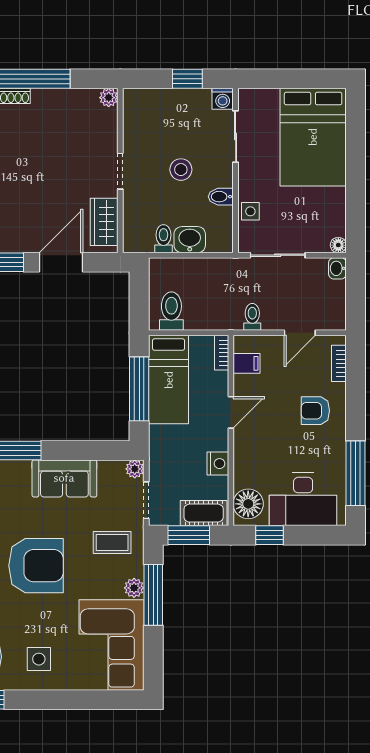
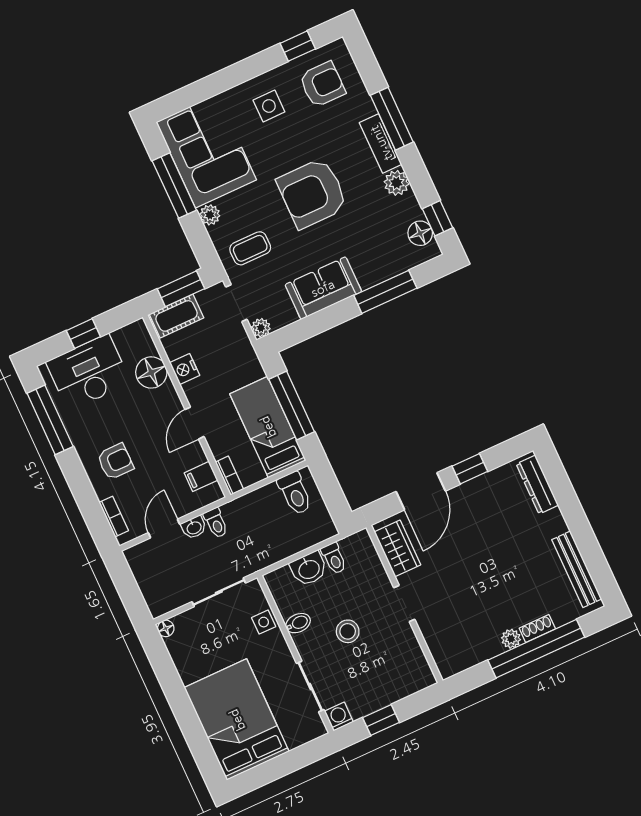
plant: (109, 98) -> (511, 639), moved
washbasin: (337, 268) -> (194, 527), moved, turned 90
floor lamp: (248, 504) -> (151, 372), moved
window: (270, 535) -> (83, 334), moved
window: (153, 595) -> (174, 186), moved

